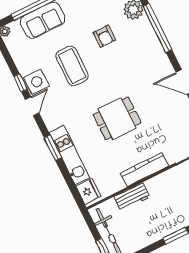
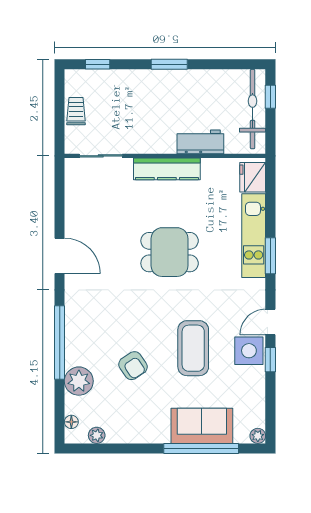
armchair: (104, 36) -> (133, 366), turned 146

